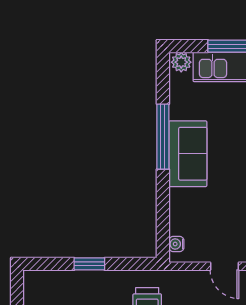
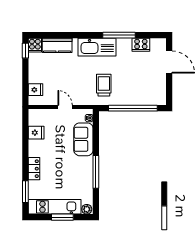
sofa: (188, 154) -> (83, 139), moved
window: (89, 264) -> (133, 108), width x3.17

